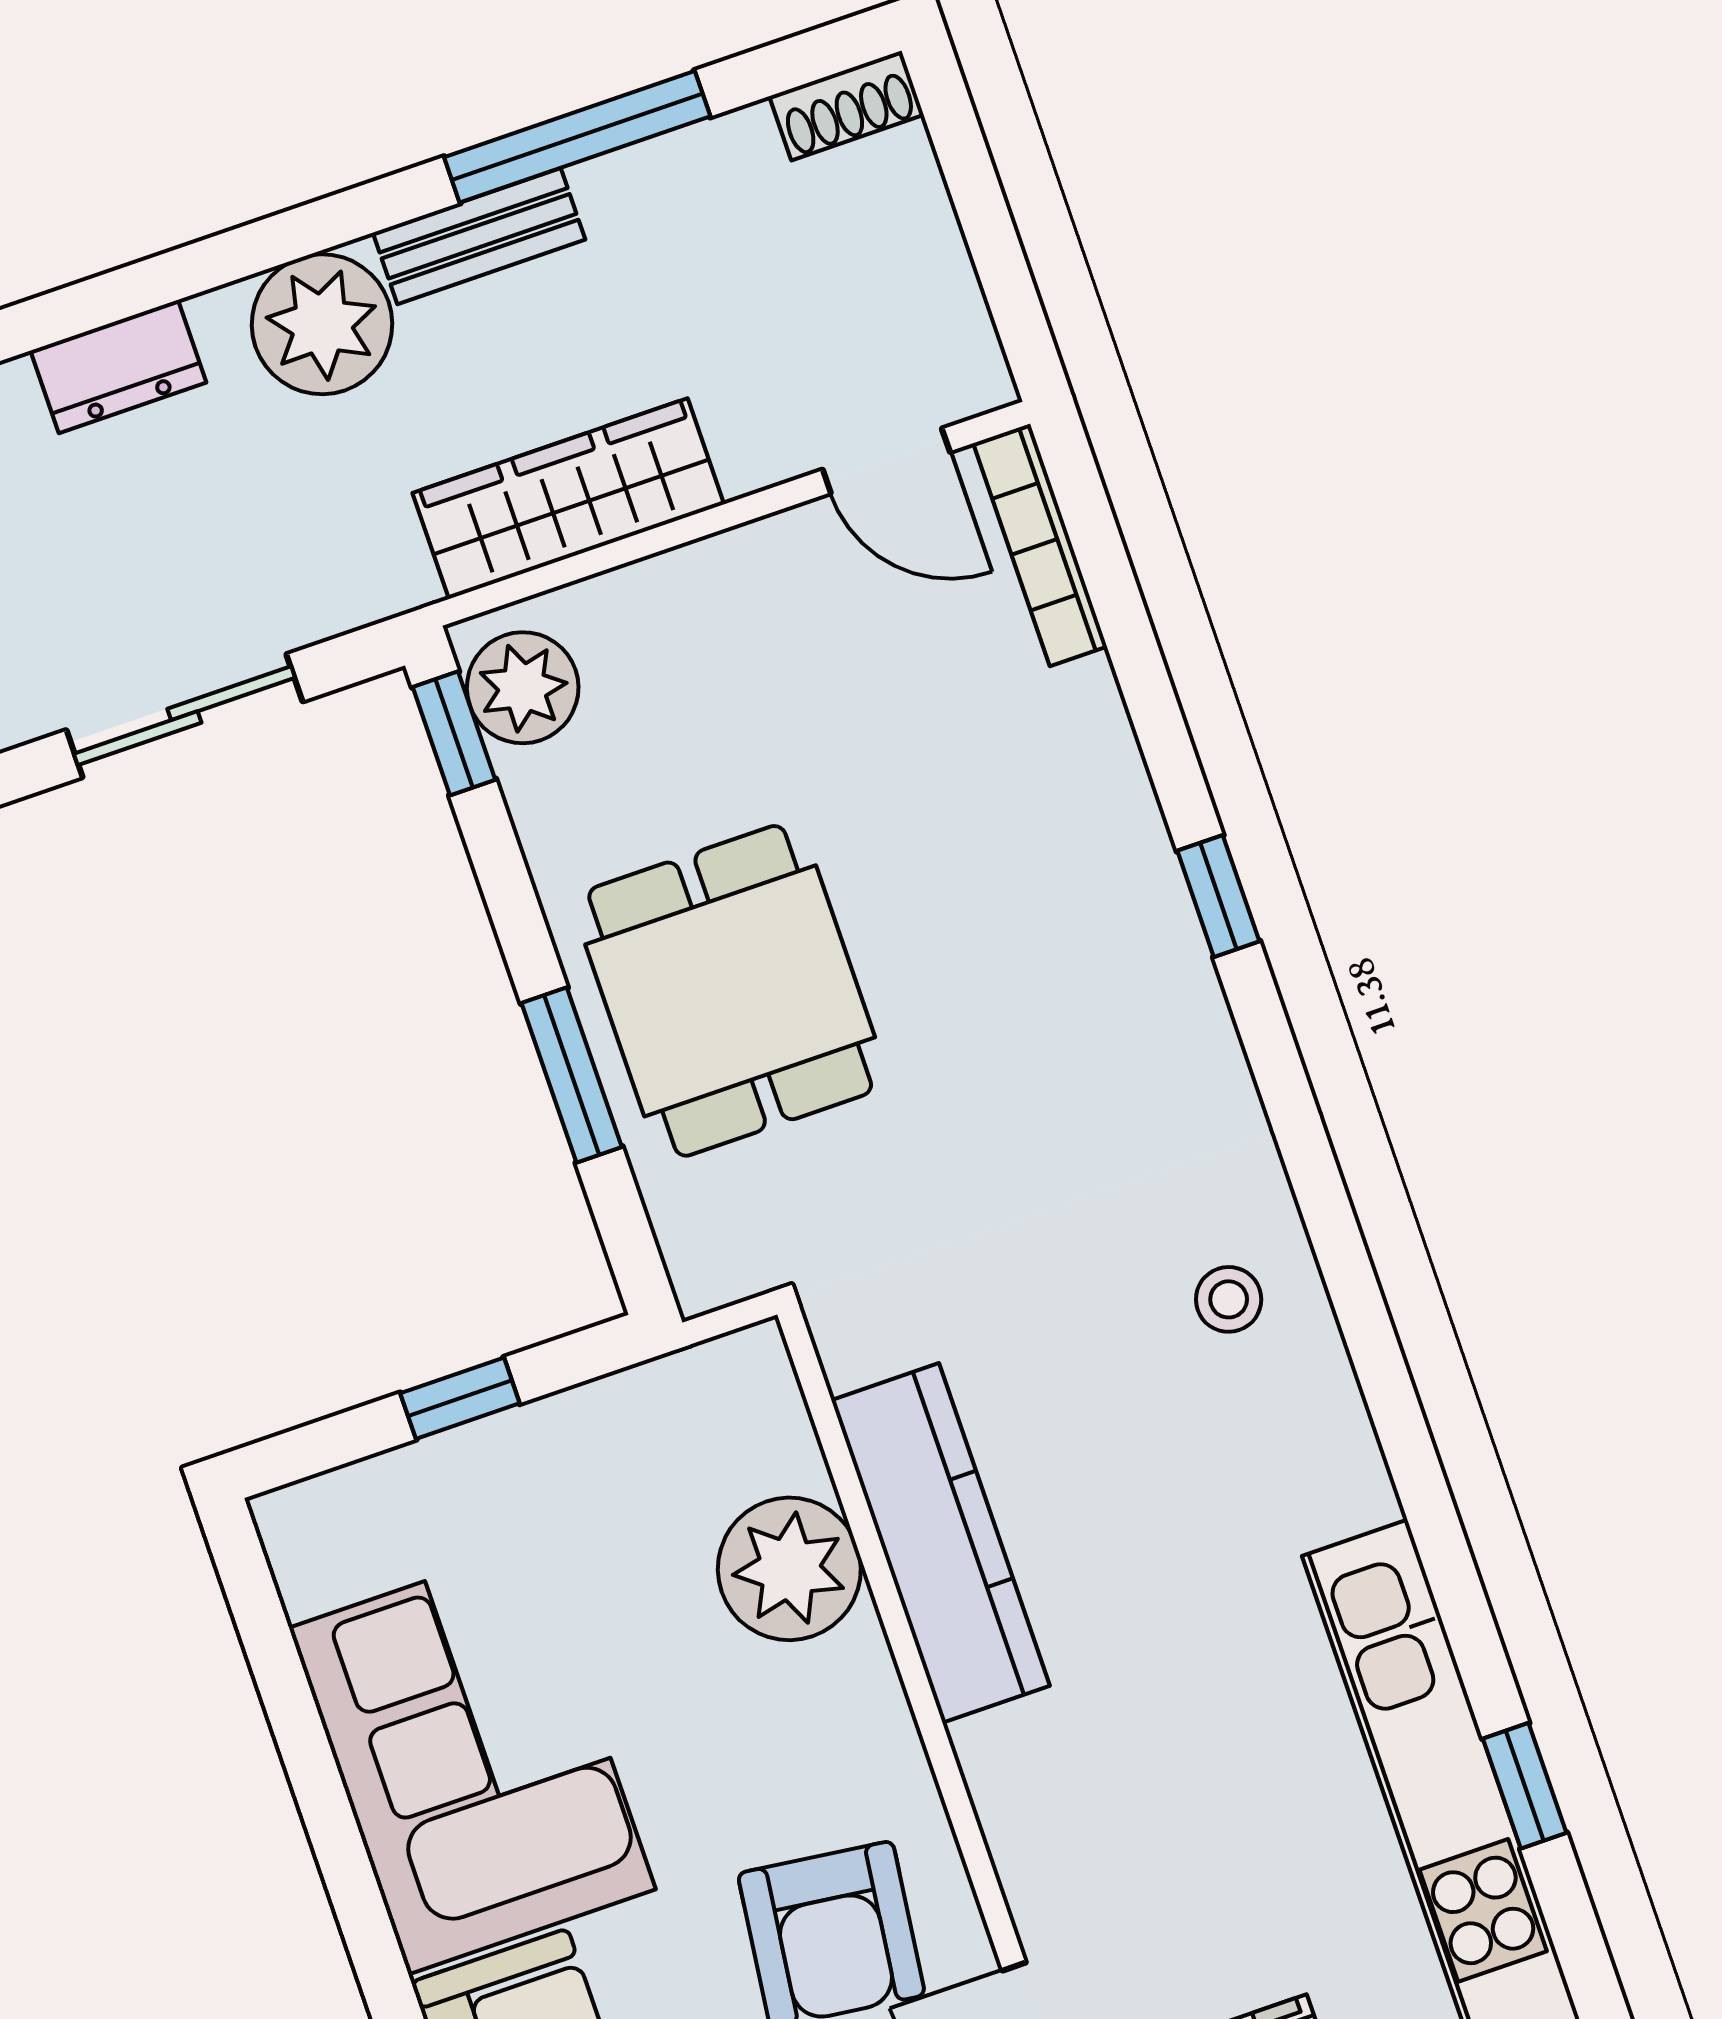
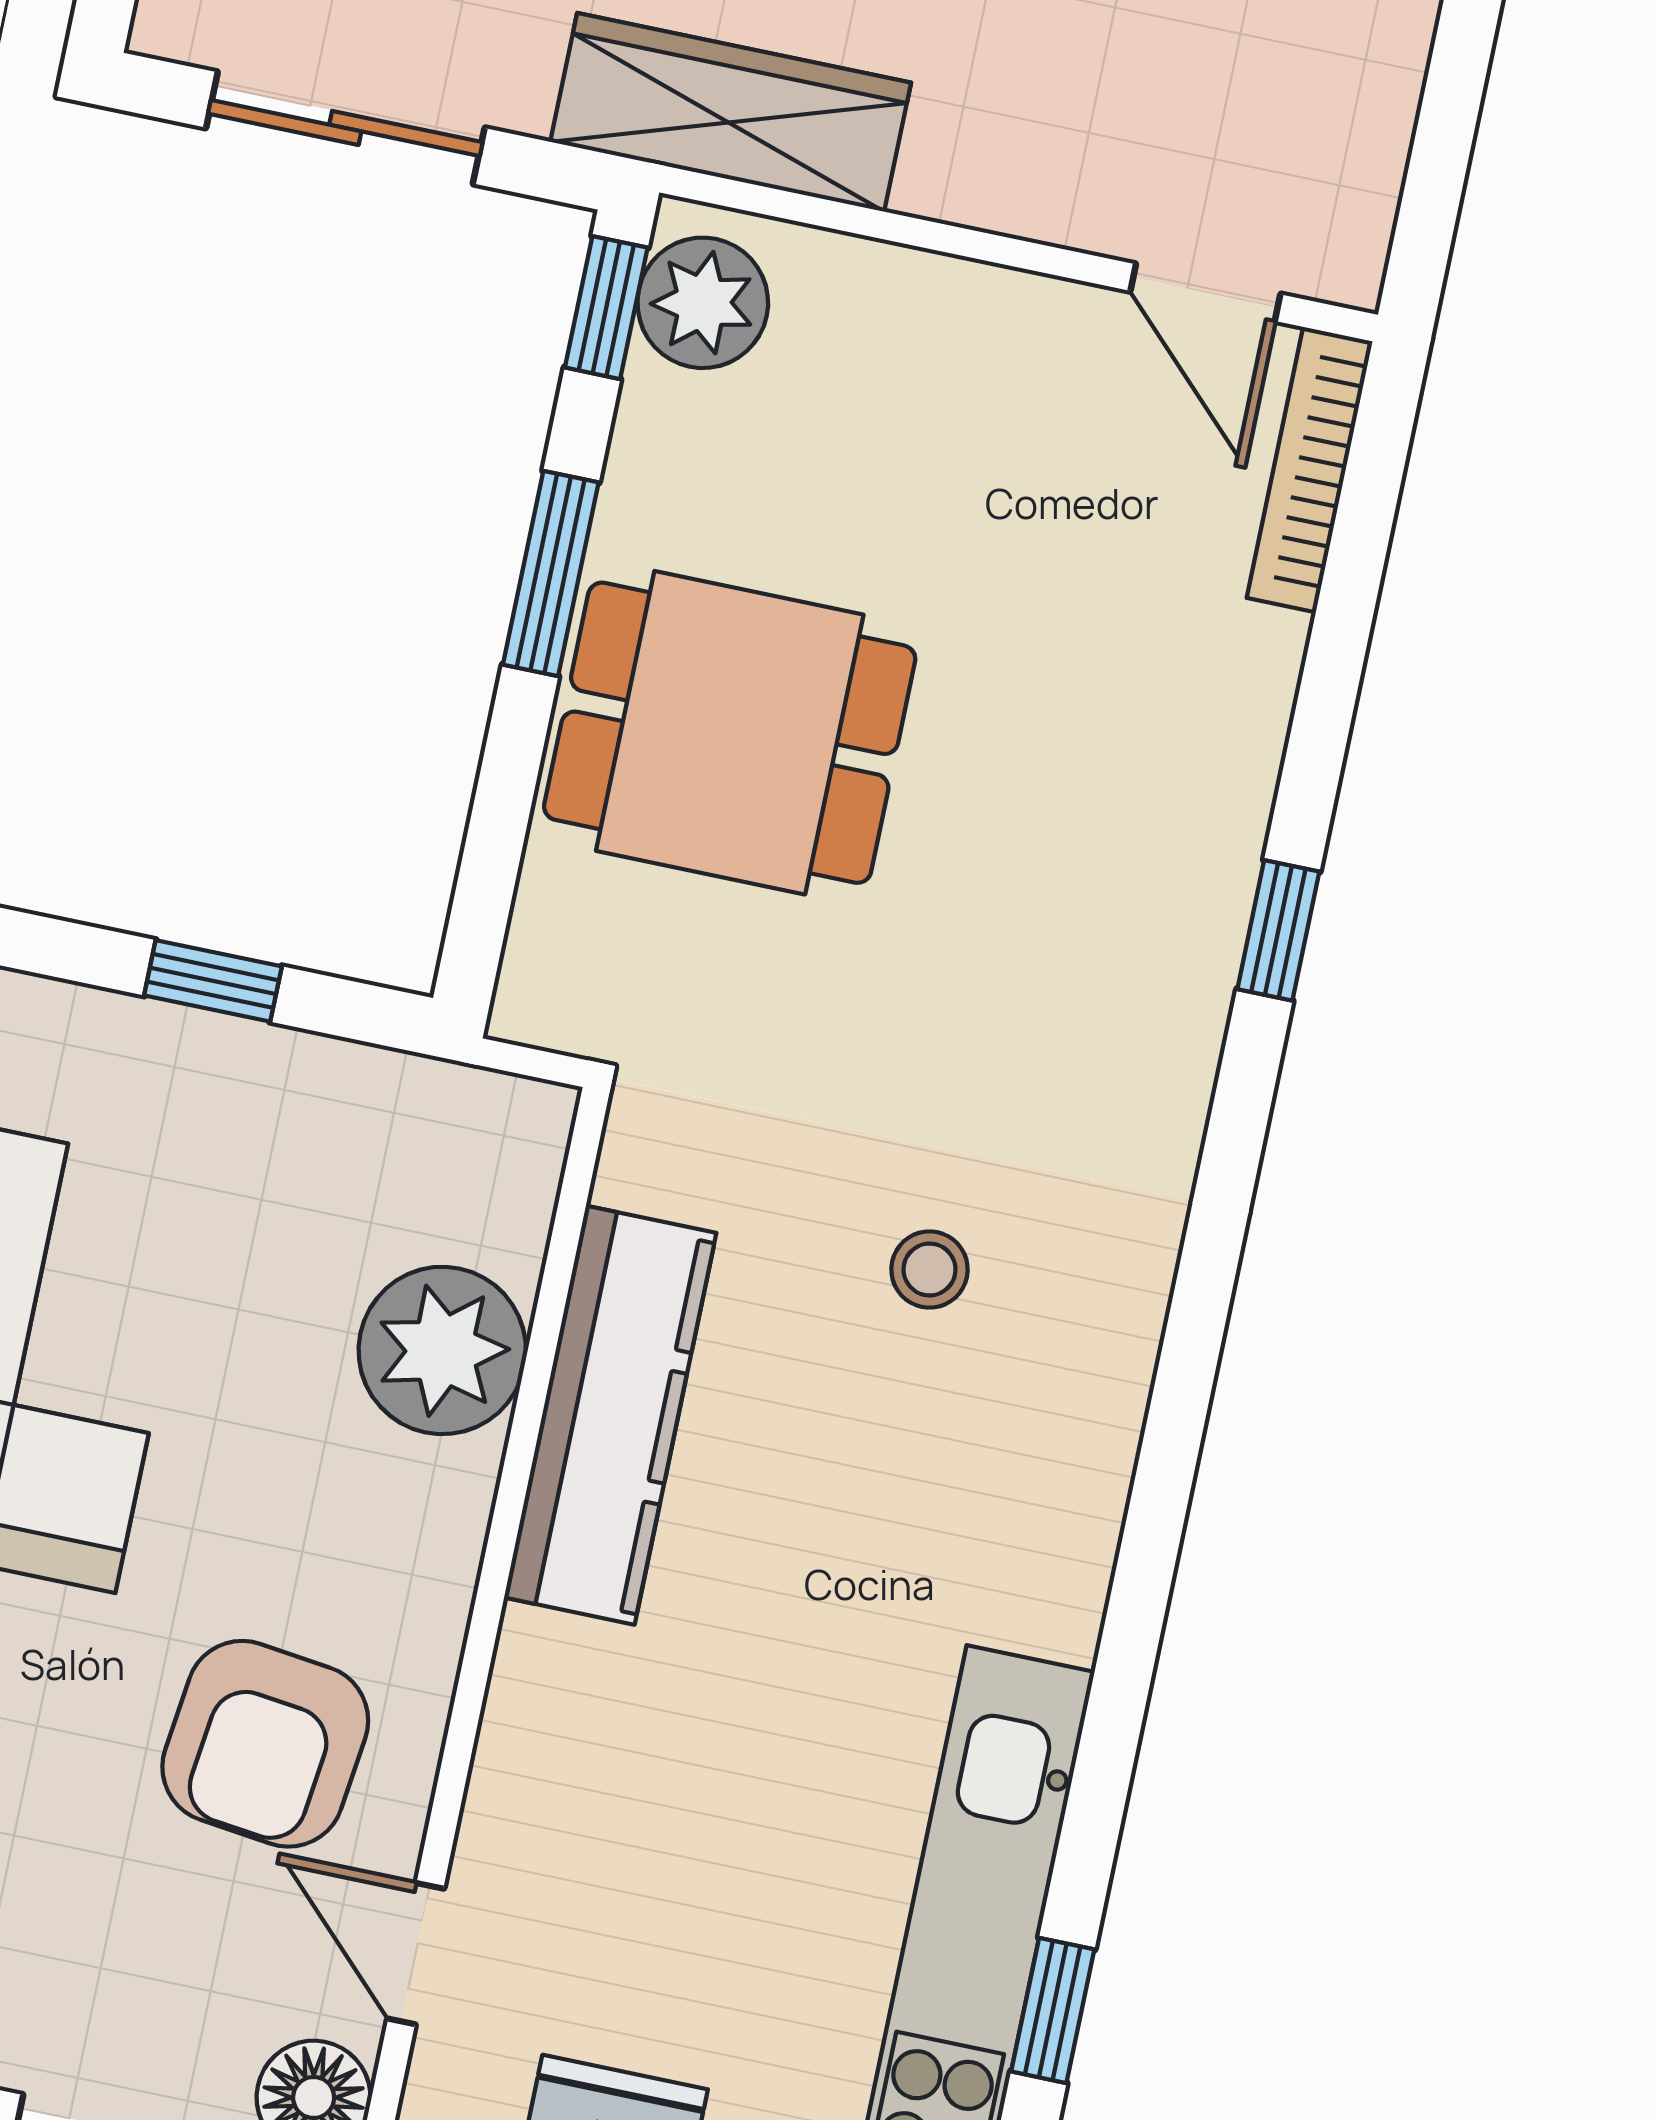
wardrobe: (568, 499) -> (731, 112), moved
dining table: (730, 991) -> (730, 733), turned 90
window: (572, 1075) -> (551, 574), moved
stool: (1229, 1299) -> (930, 1270), moved

